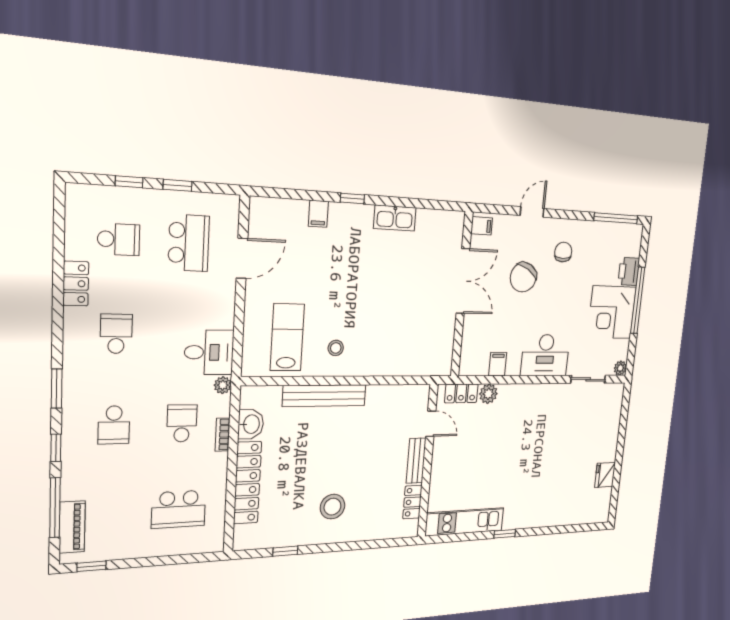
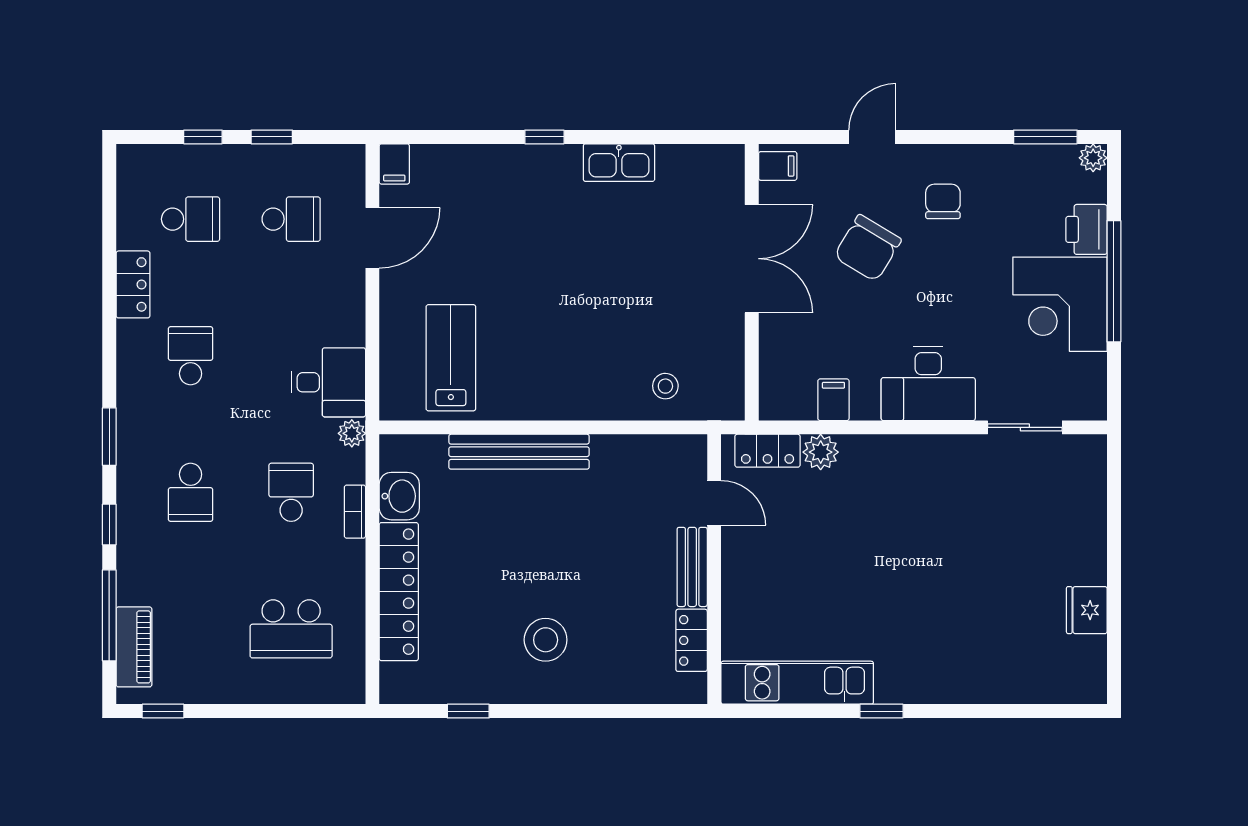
filing cabinet: (318, 214) -> (394, 164), moved
window: (616, 218) -> (1045, 137), width x0.69
school desk: (189, 243) -> (291, 219), width x0.54
stool: (336, 348) -> (665, 386), moved
plant: (620, 368) -> (1093, 158), moved

